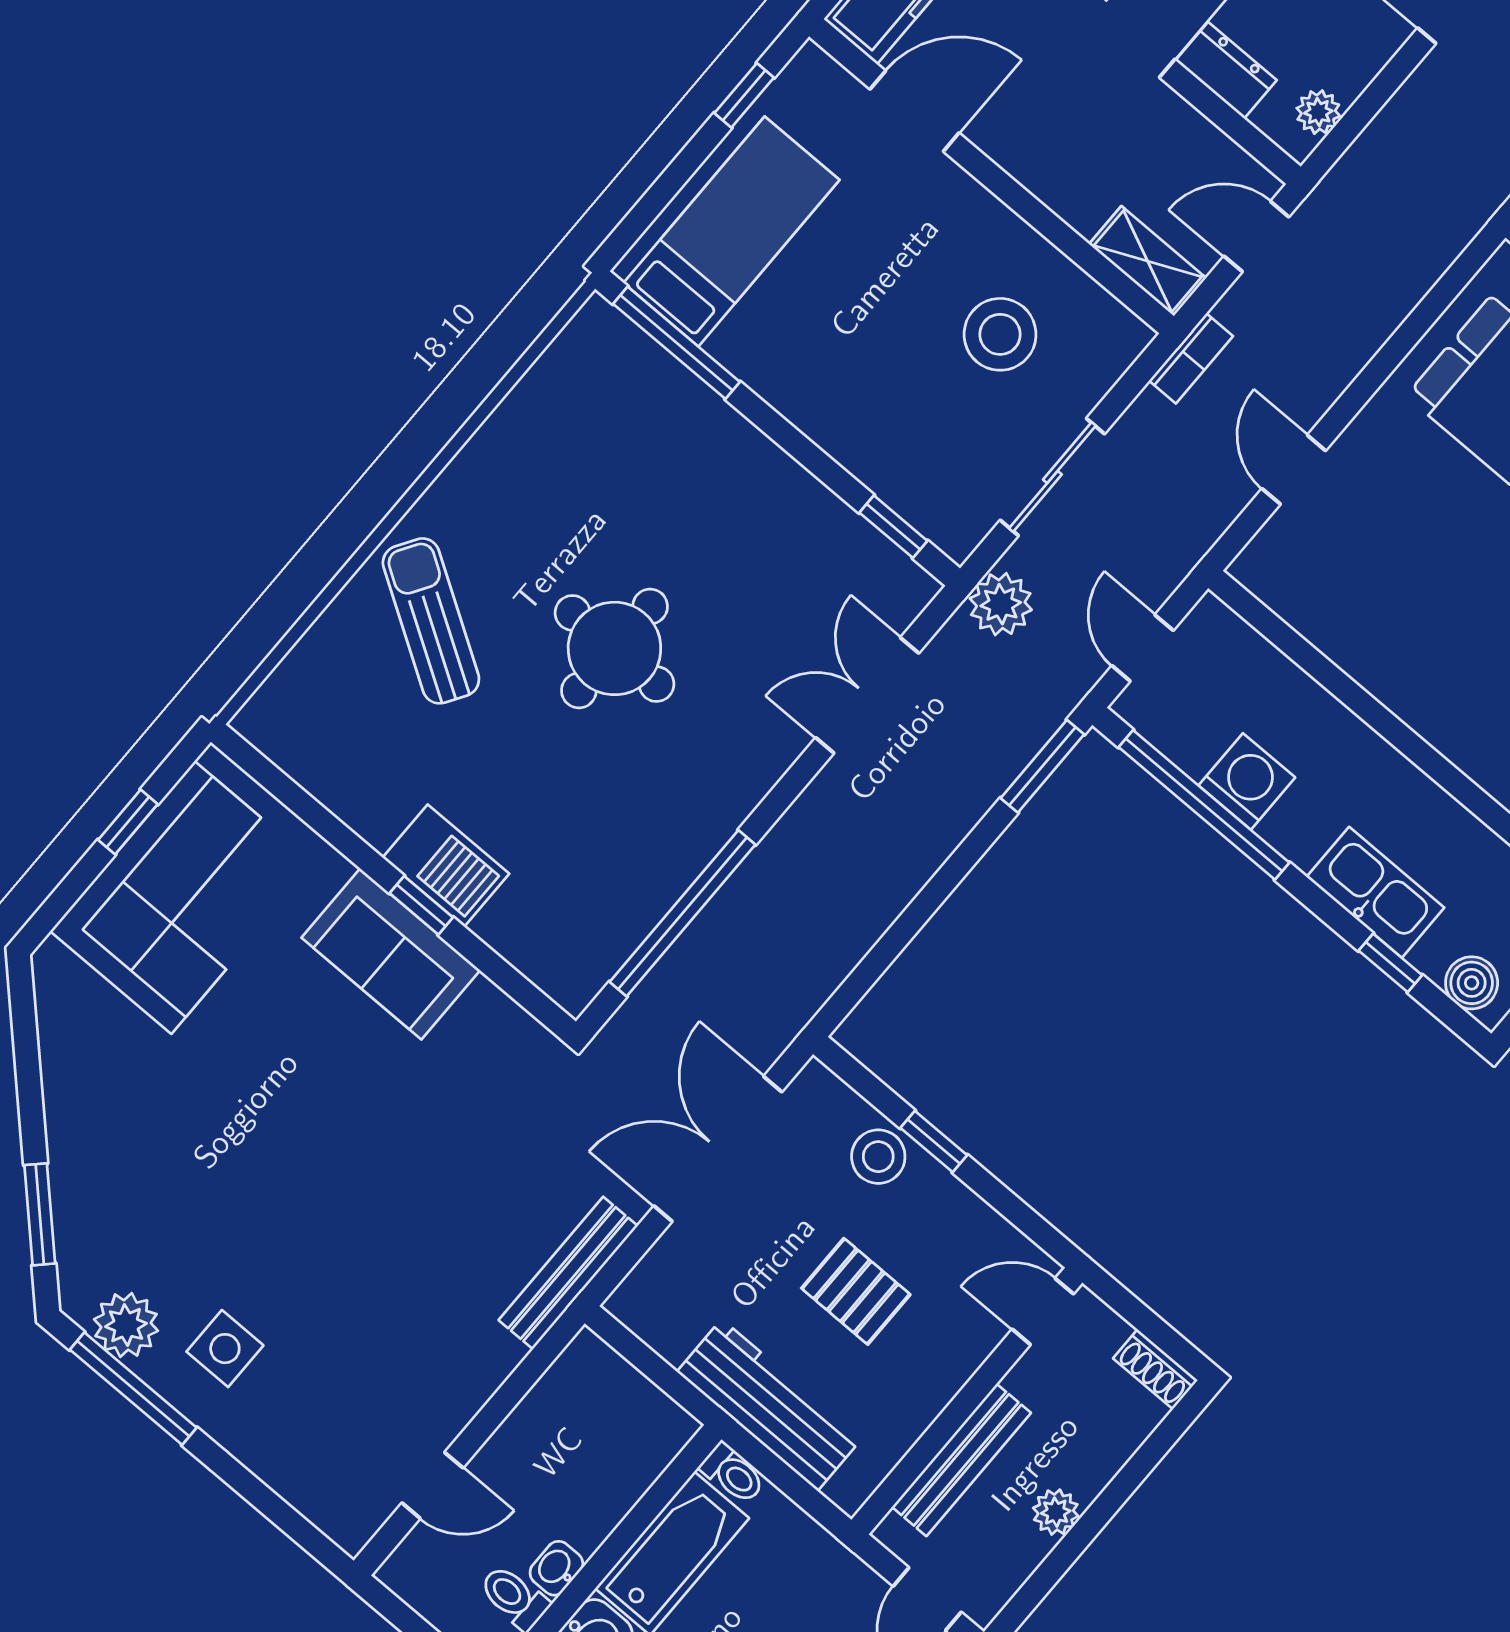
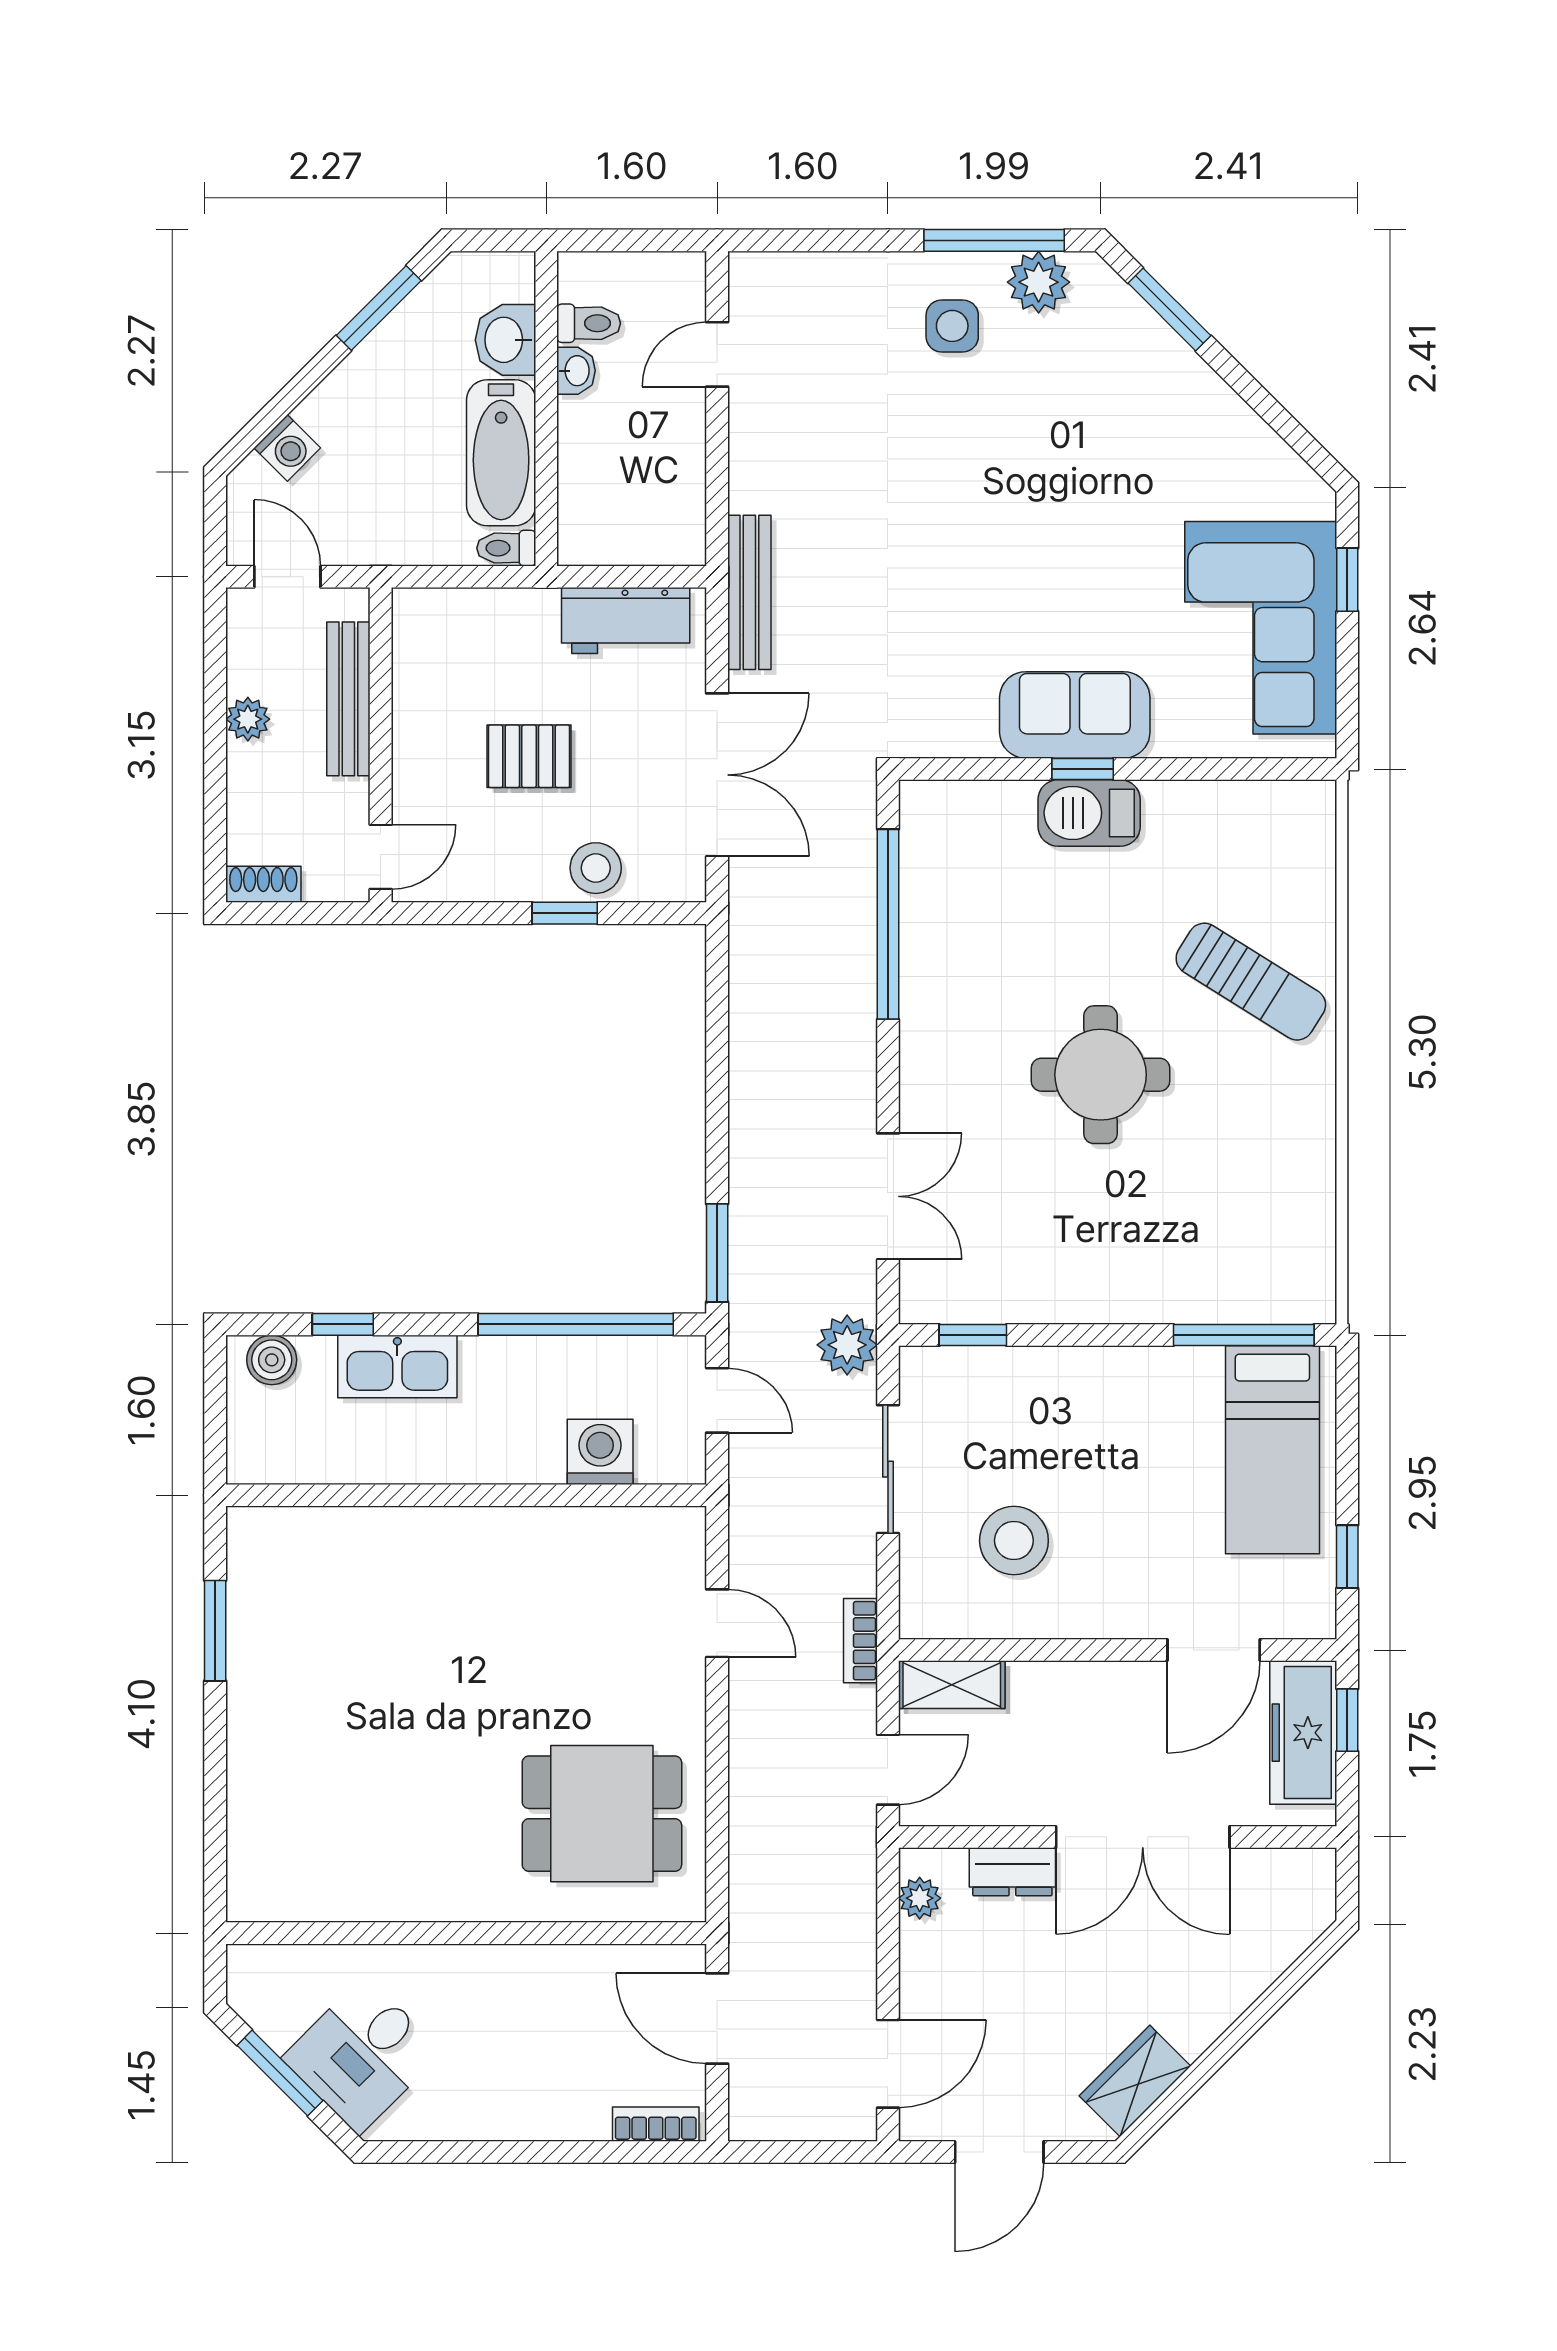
washing machine: (1247, 781) -> (600, 1452), moved, turned 180
window: (128, 822) -> (1347, 580), moved
workbench: (770, 1405) -> (626, 621), moved, width x0.73

